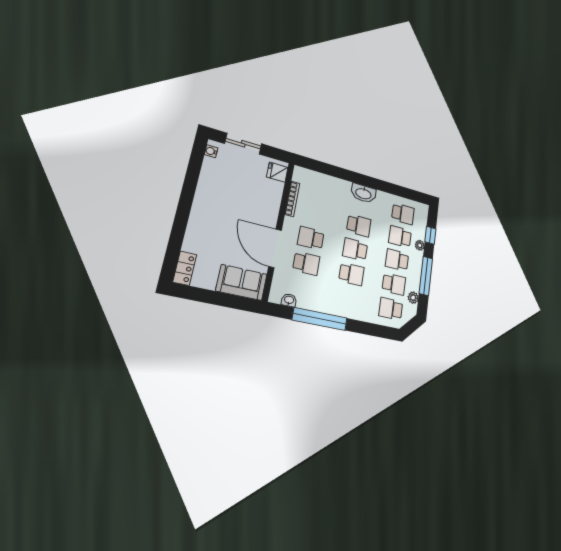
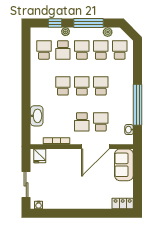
washbasin: (363, 193) -> (37, 116), moved
school desk: (355, 249) -> (82, 86), turned 180
school desk: (397, 260) -> (82, 50), turned 180
school desk: (391, 309) -> (120, 50), turned 180

